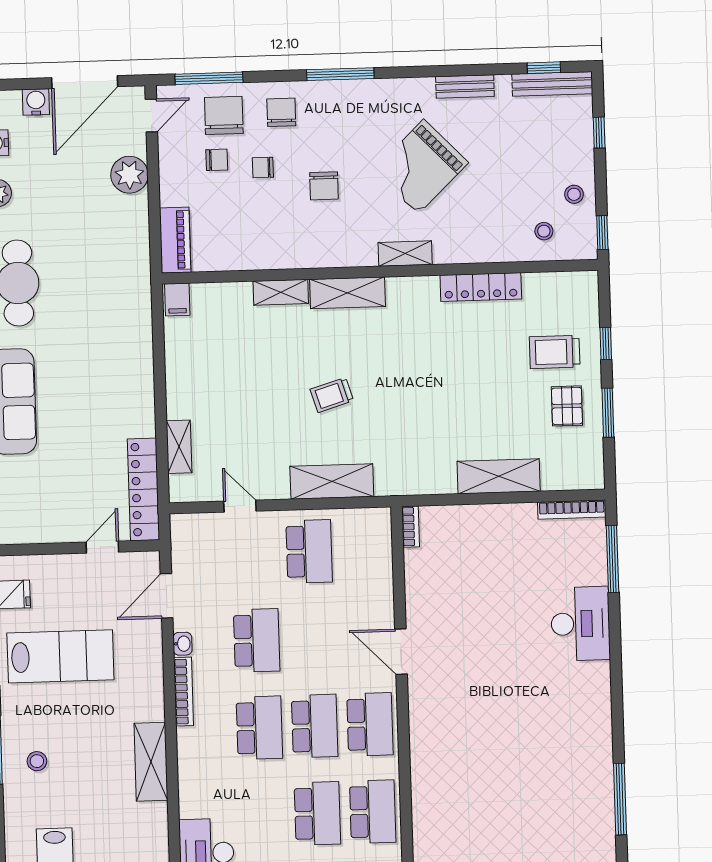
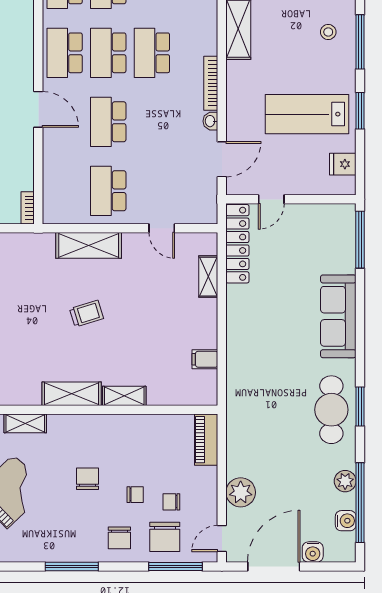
filing cabinet: (177, 299) -> (205, 359), moved, turned -90
school desk: (257, 640) -> (108, 122), moved

